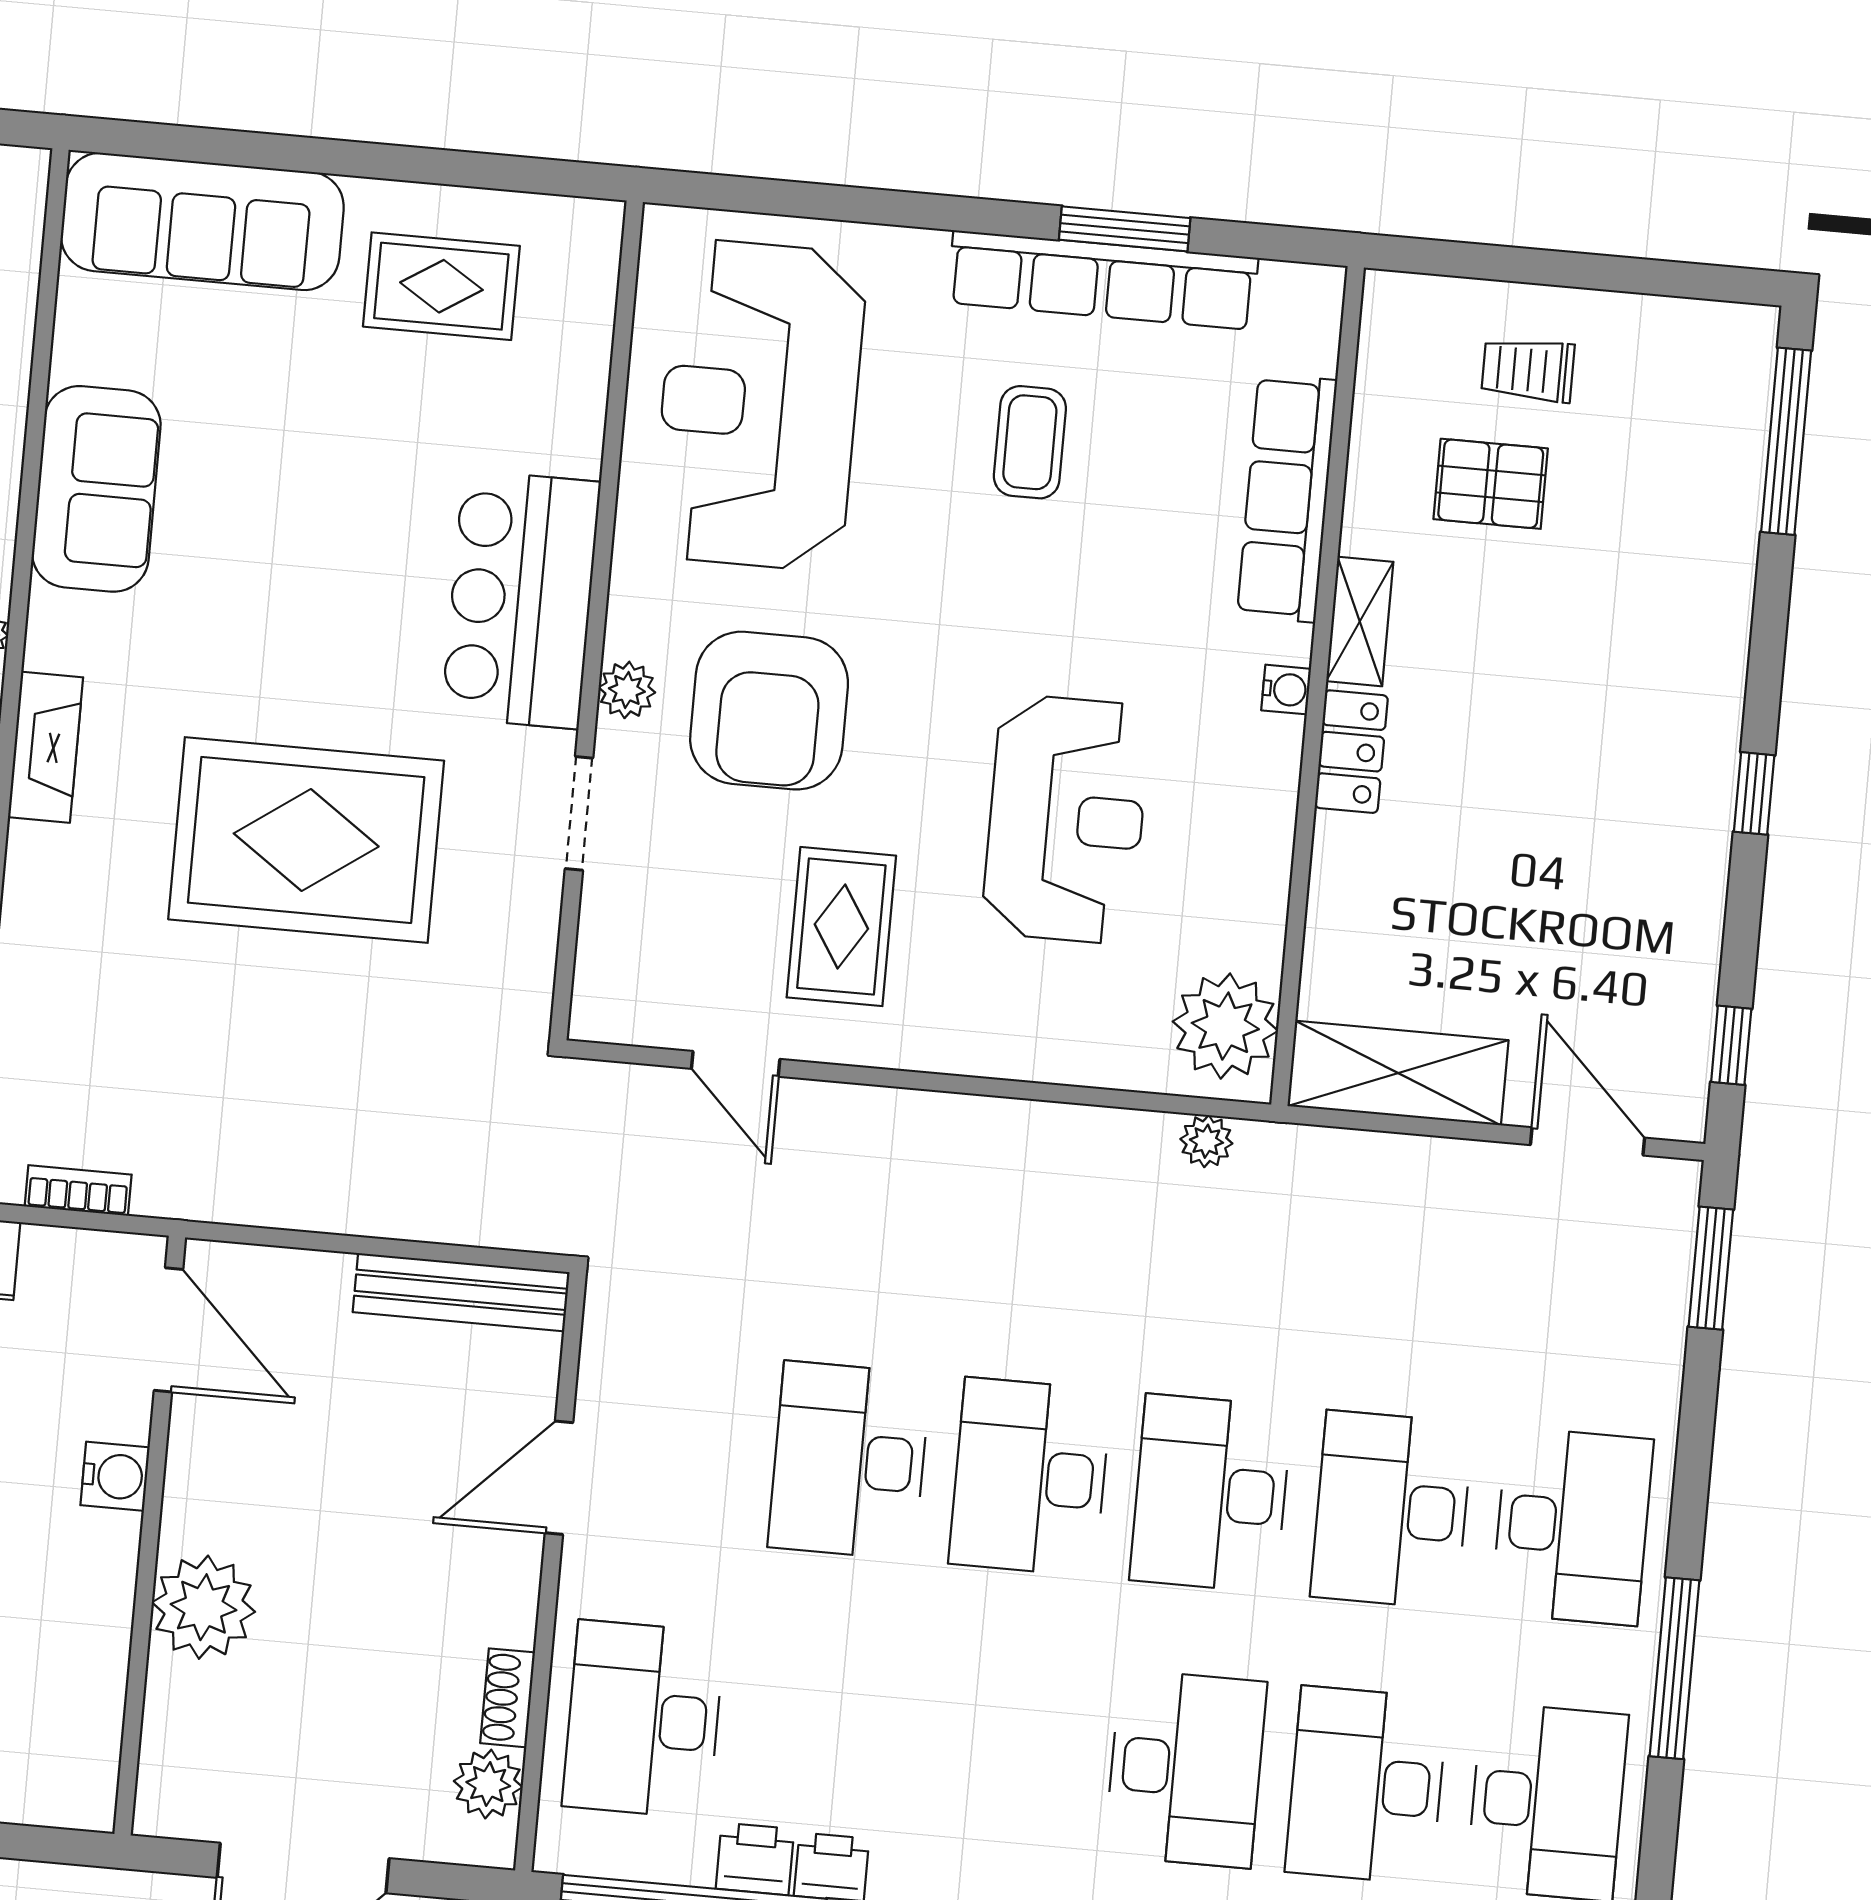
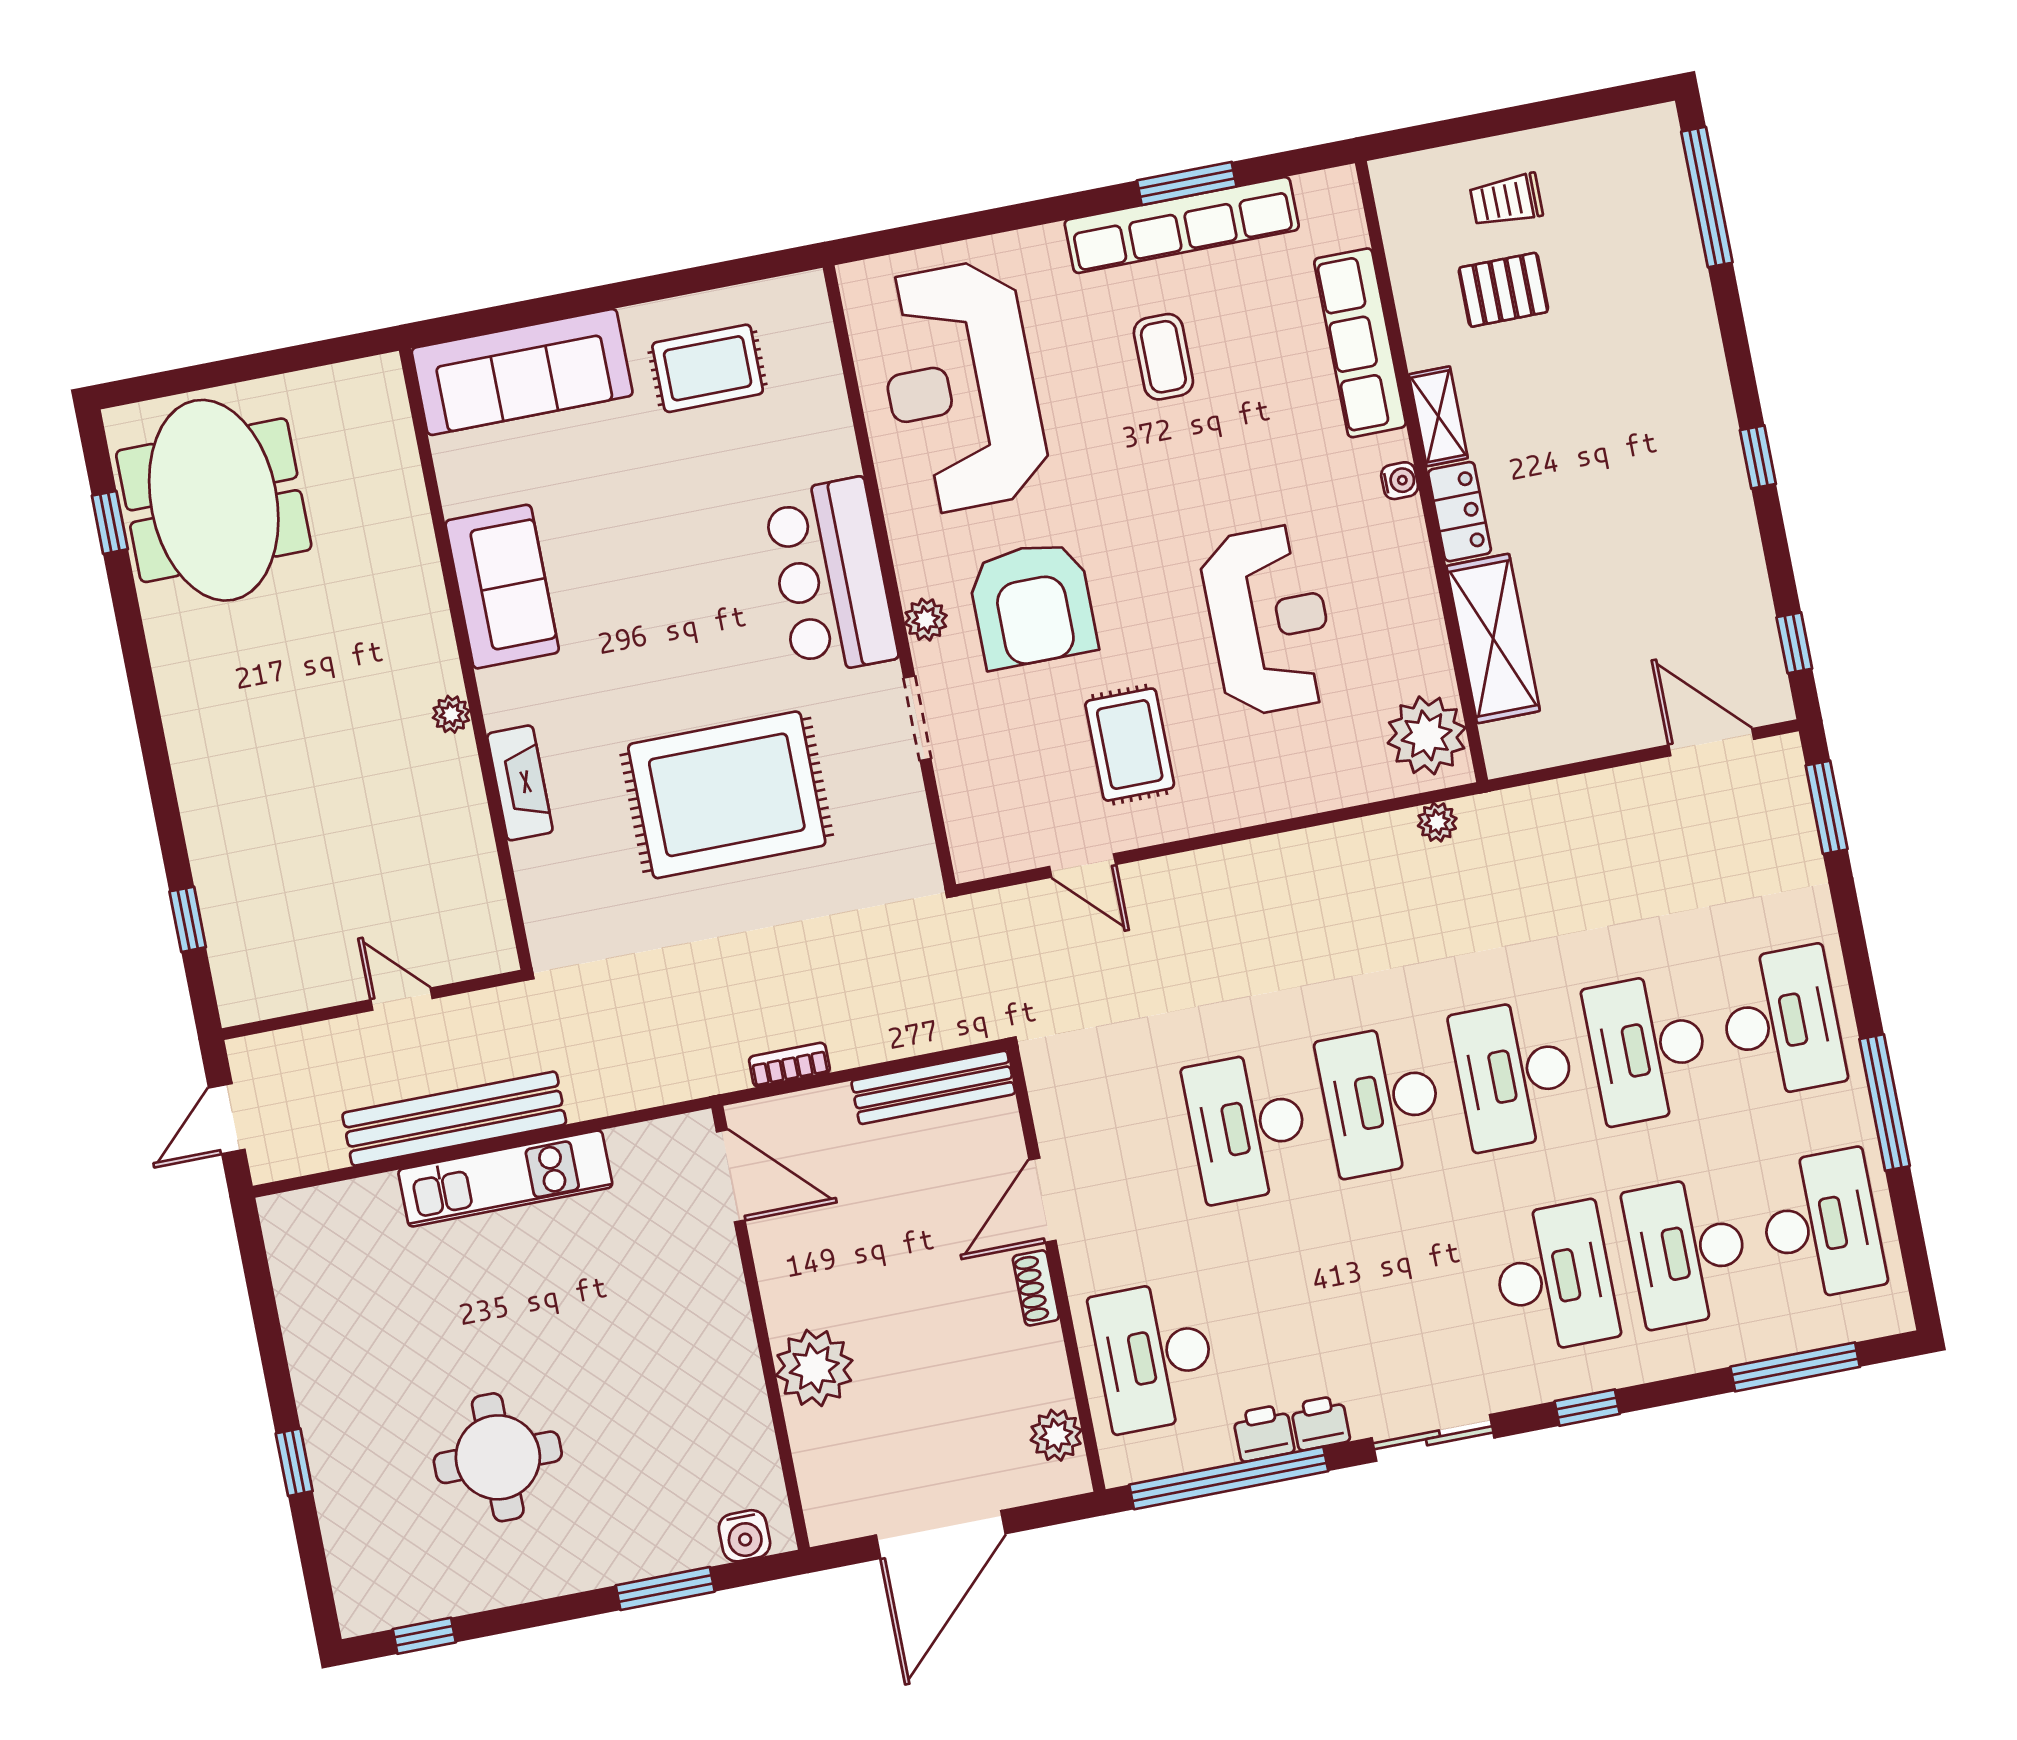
shelving: (1398, 1073) -> (1493, 638), moved, turned 90
bookcase: (78, 1191) -> (789, 1065), moved
water cooler: (115, 1476) -> (744, 1536), moved, turned 90
shoe rack: (508, 1698) -> (1036, 1288), moved

